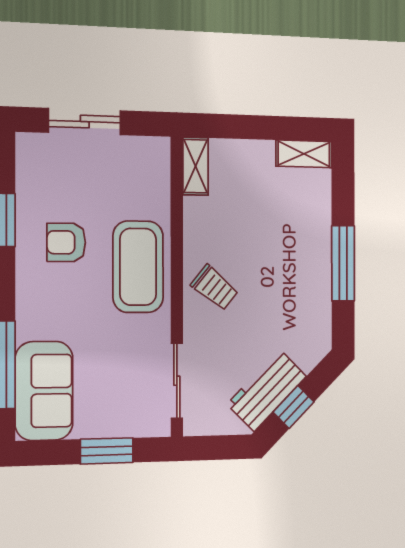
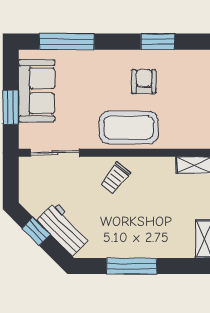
workbench: (267, 390) -> (64, 229), moved
sofa: (44, 391) -> (37, 91), moved, turned -90

